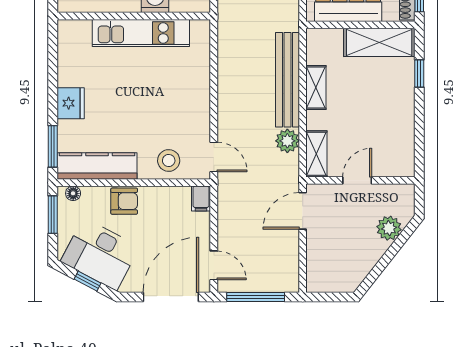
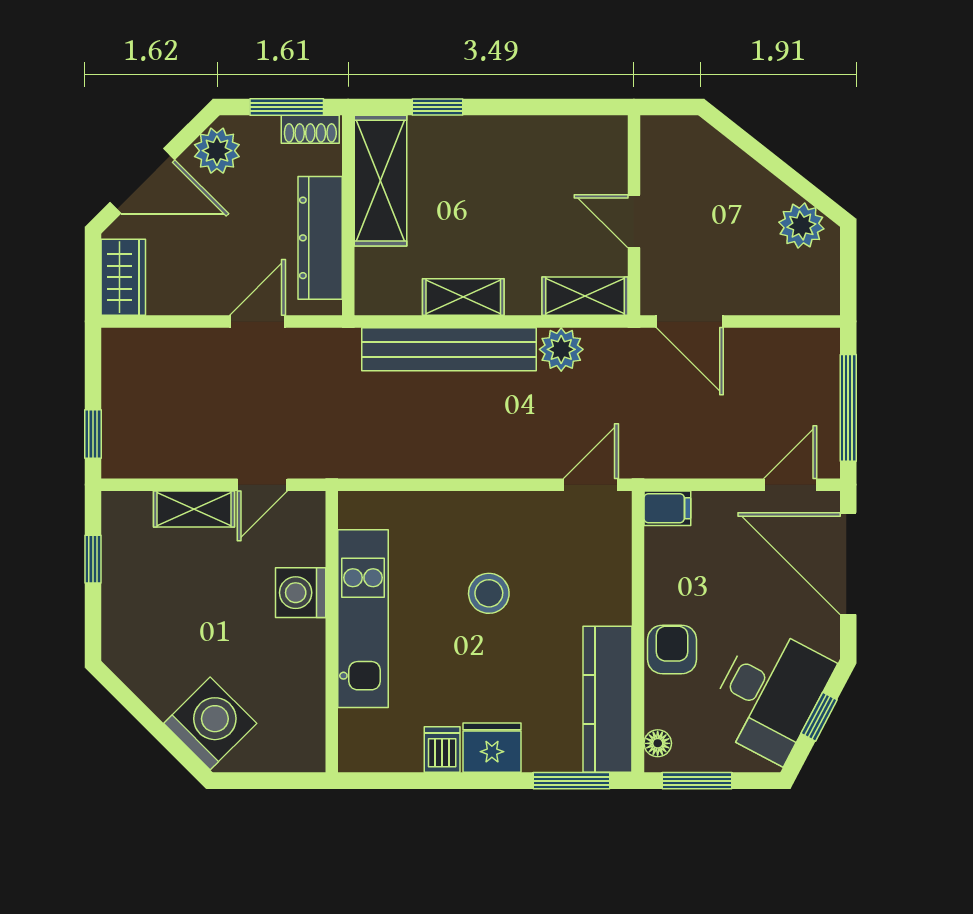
dishwasher: (70, 76) -> (442, 750), added
stool: (169, 160) -> (489, 593), moved
plant: (389, 228) -> (801, 226), moved

